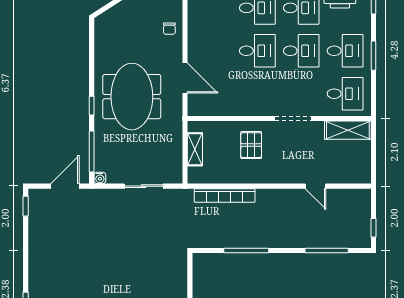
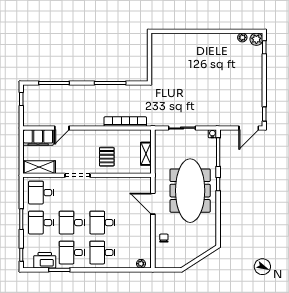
meeting table: (132, 97) -> (190, 191), width x1.36
filing cabinet: (349, 172) -> (38, 138), added
door: (65, 186) -> (249, 128), moved
door: (316, 186) -> (62, 128), swing flipped

